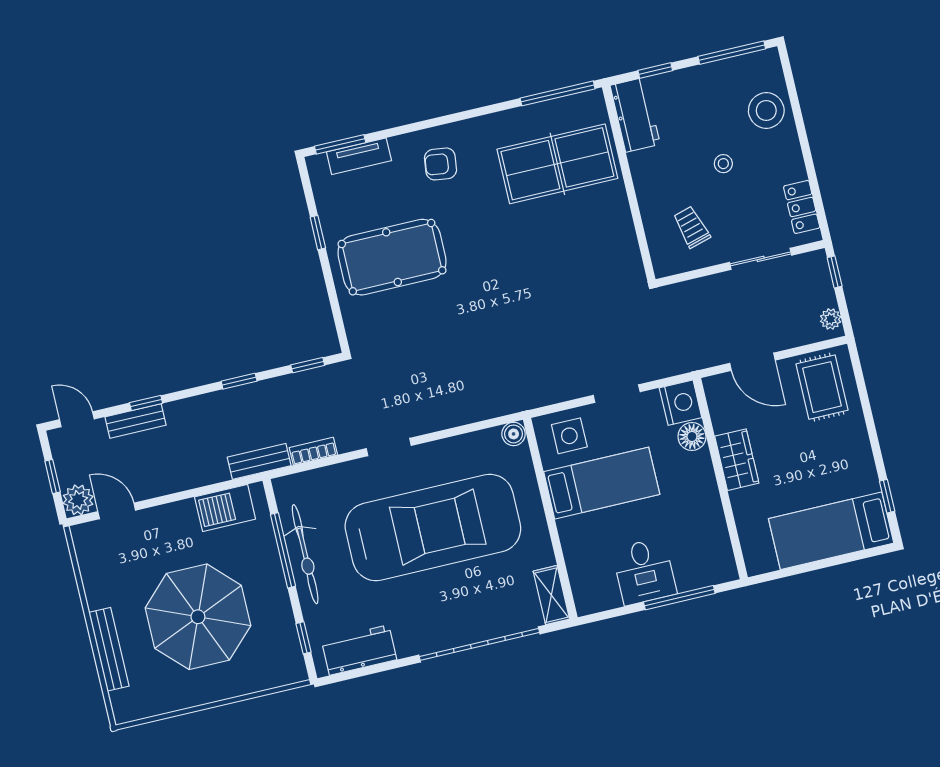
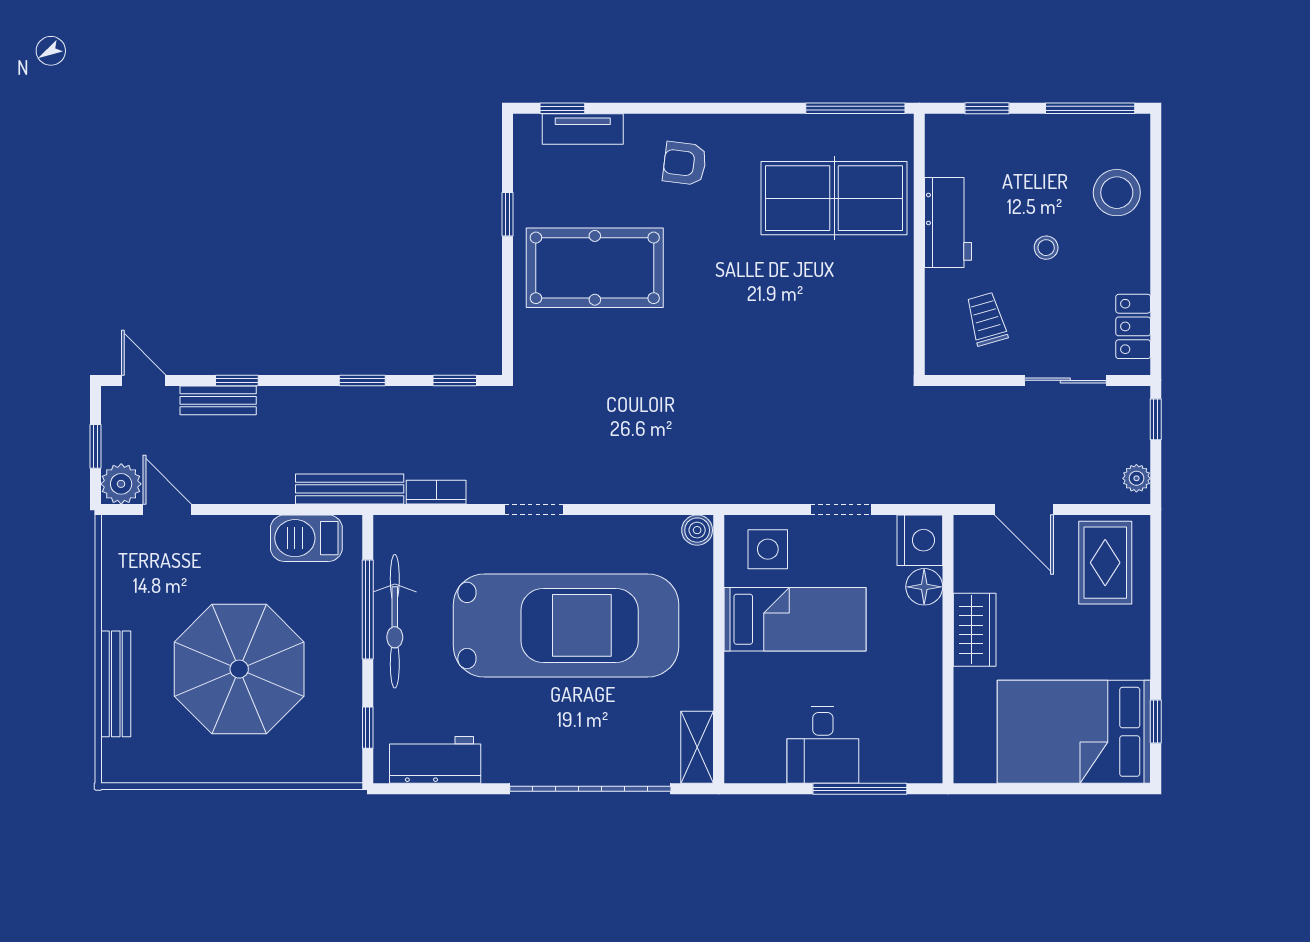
workbench: (635, 115) -> (948, 223), moved
window: (340, 144) -> (562, 108), width x0.67
bench: (259, 461) -> (350, 489), width x1.36
bed: (831, 531) -> (1074, 732), width x1.50

